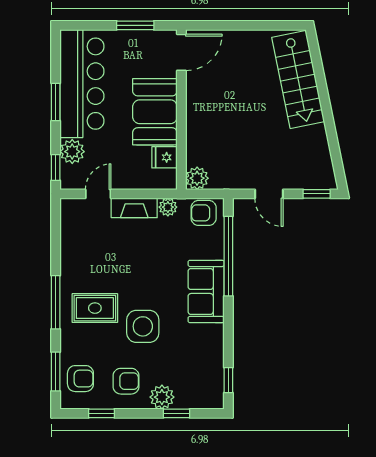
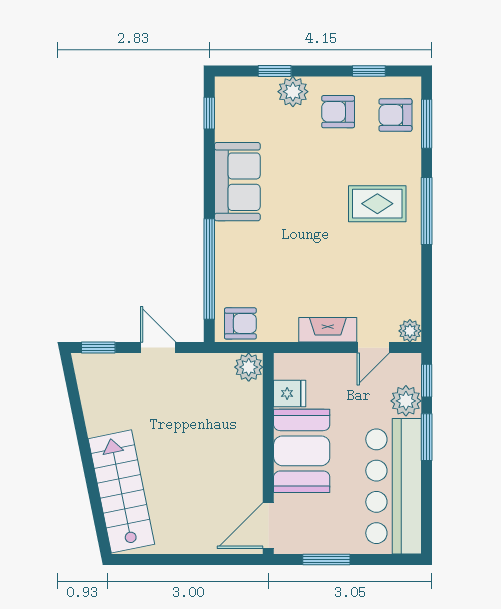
window: (56, 102) -> (427, 437), moved
plant: (168, 207) -> (410, 331), moved
sofa: (206, 291) -> (237, 182), moved
side table: (143, 326) -> (317, 181), removed

